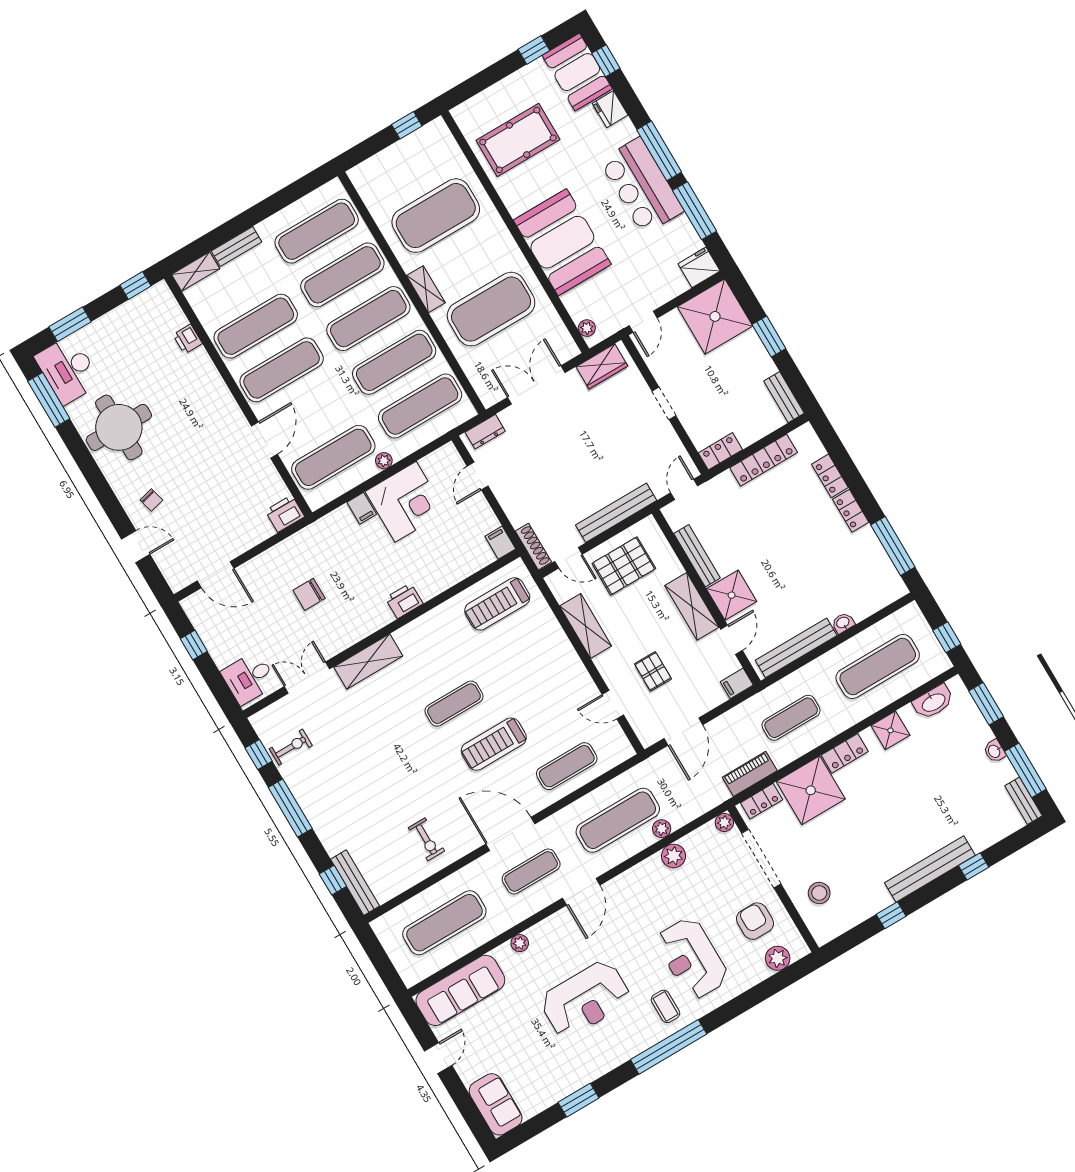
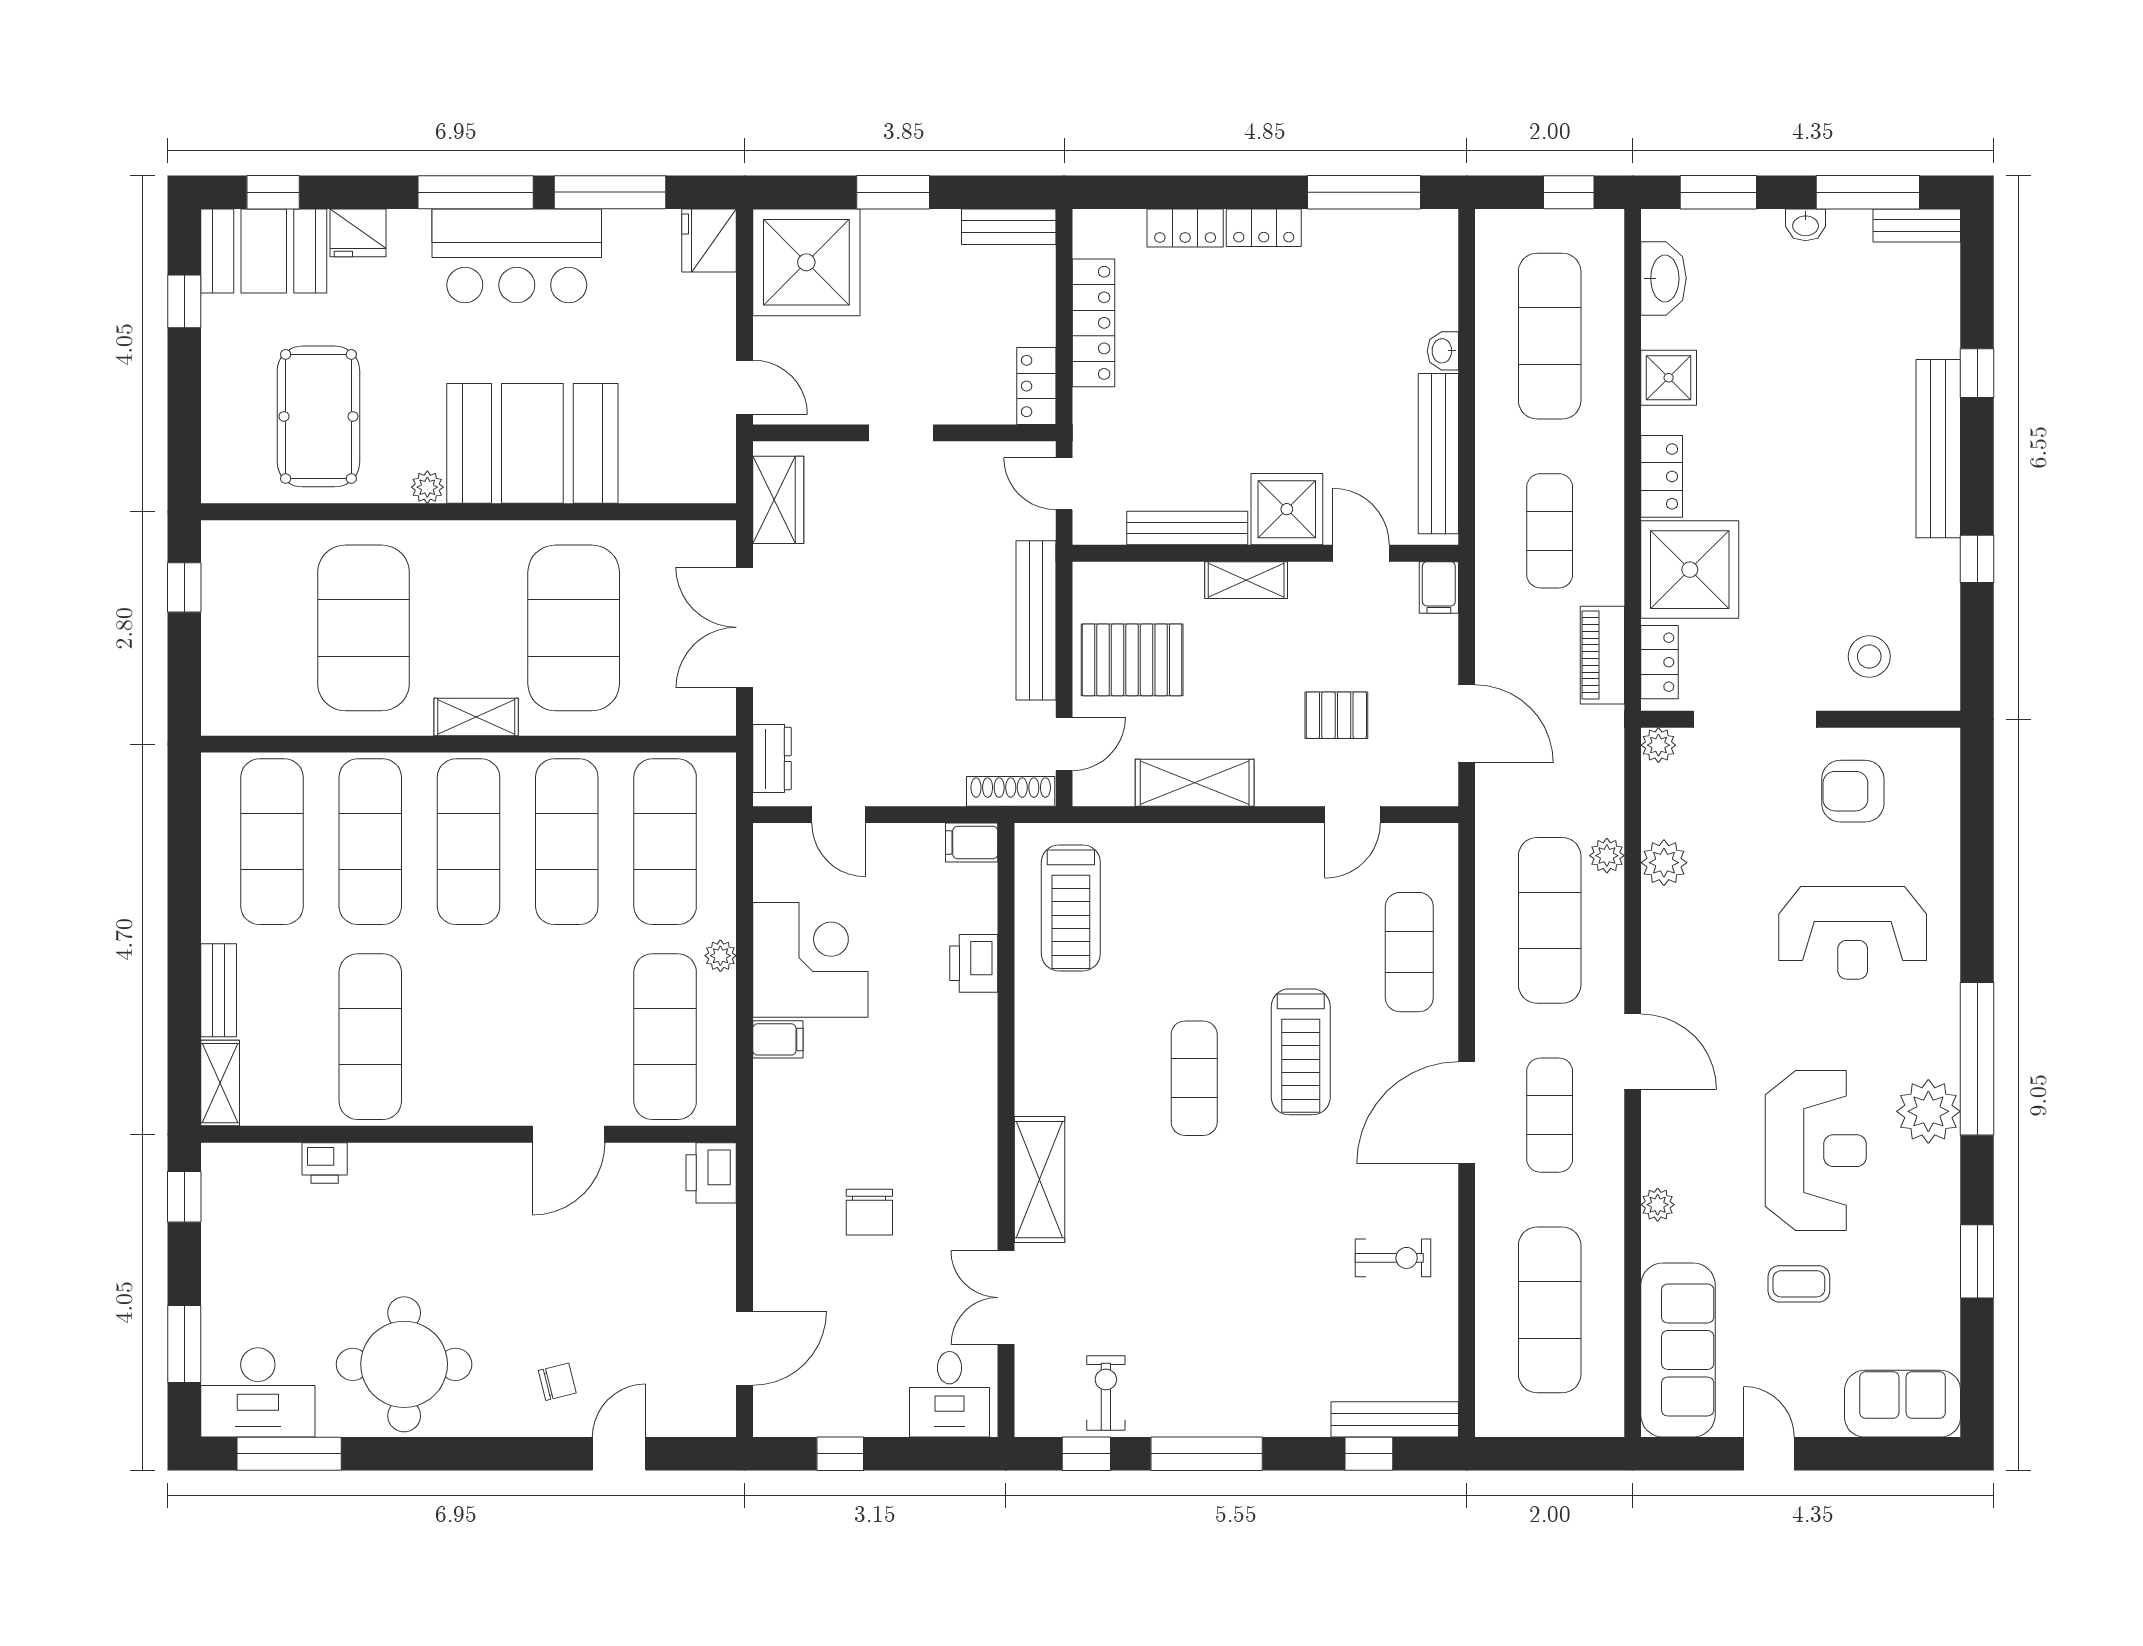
plant: (587, 328) -> (427, 487), moved
exercise mat: (282, 370) -> (469, 1037), removed
door: (264, 440) -> (568, 1134), swing flipped
pallet: (624, 566) -> (1132, 660), turned 90
printer: (404, 601) -> (974, 963), moved
shelving: (692, 606) -> (1246, 580), width x0.67, depth x0.75
plant: (778, 958) -> (1928, 1111), moved, width x1.36, depth x1.36
coffee table: (665, 1006) -> (1799, 1284), moved

